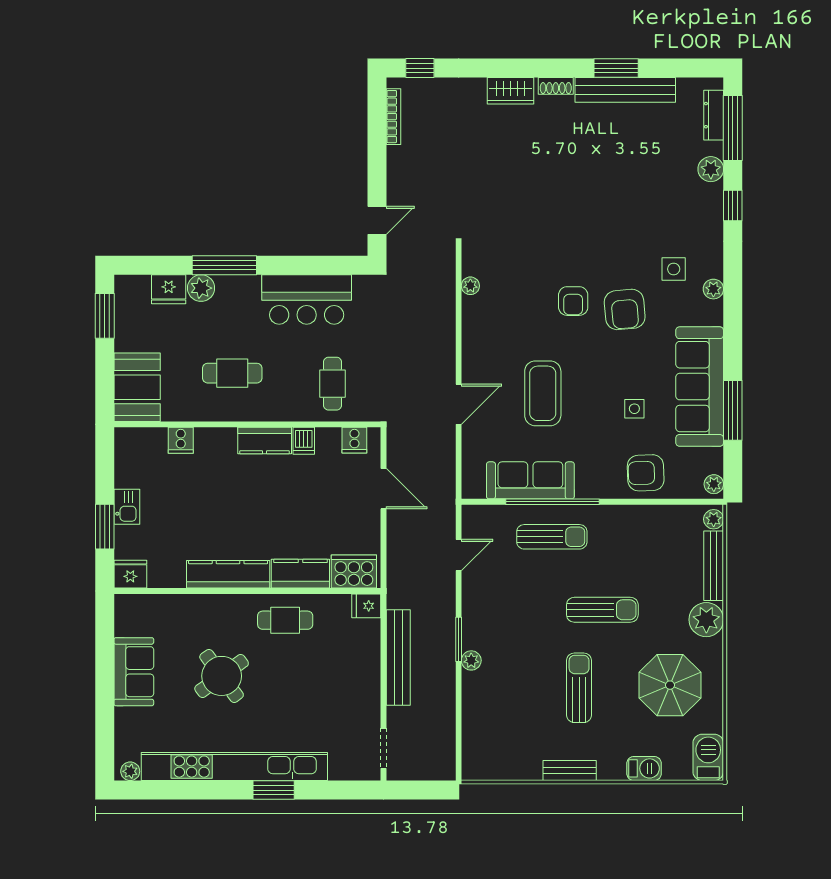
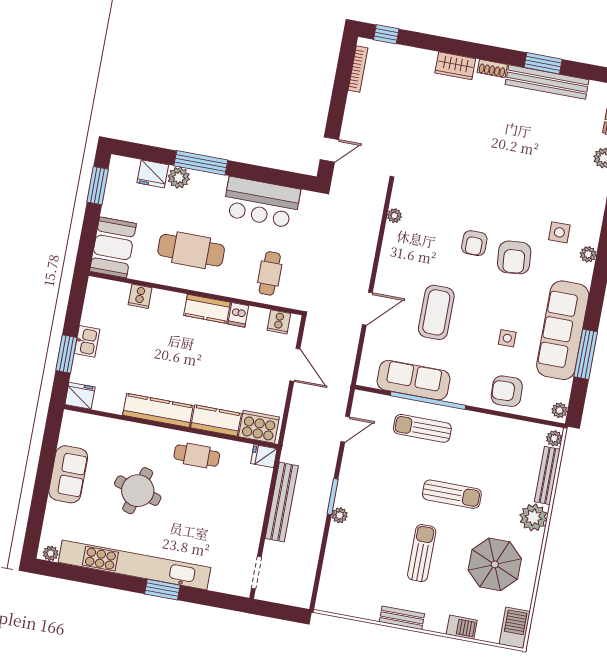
cafe table: (232, 373) -> (191, 250), width x1.37, depth x1.35
sun lounger: (552, 537) -> (422, 428), turned 180
round table: (222, 676) -> (138, 491), turned -38

